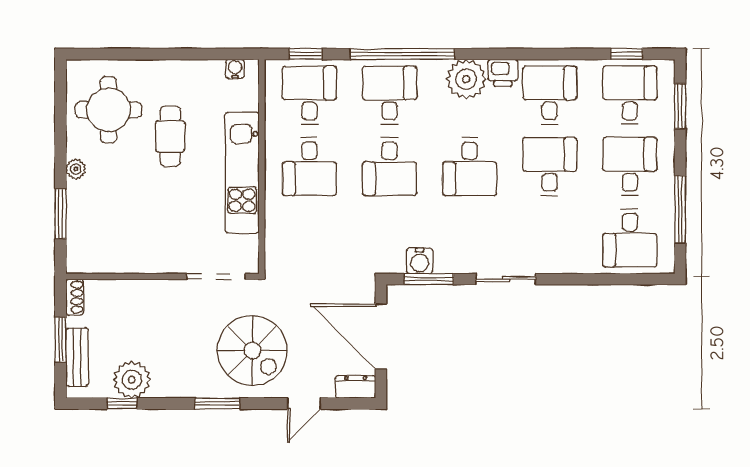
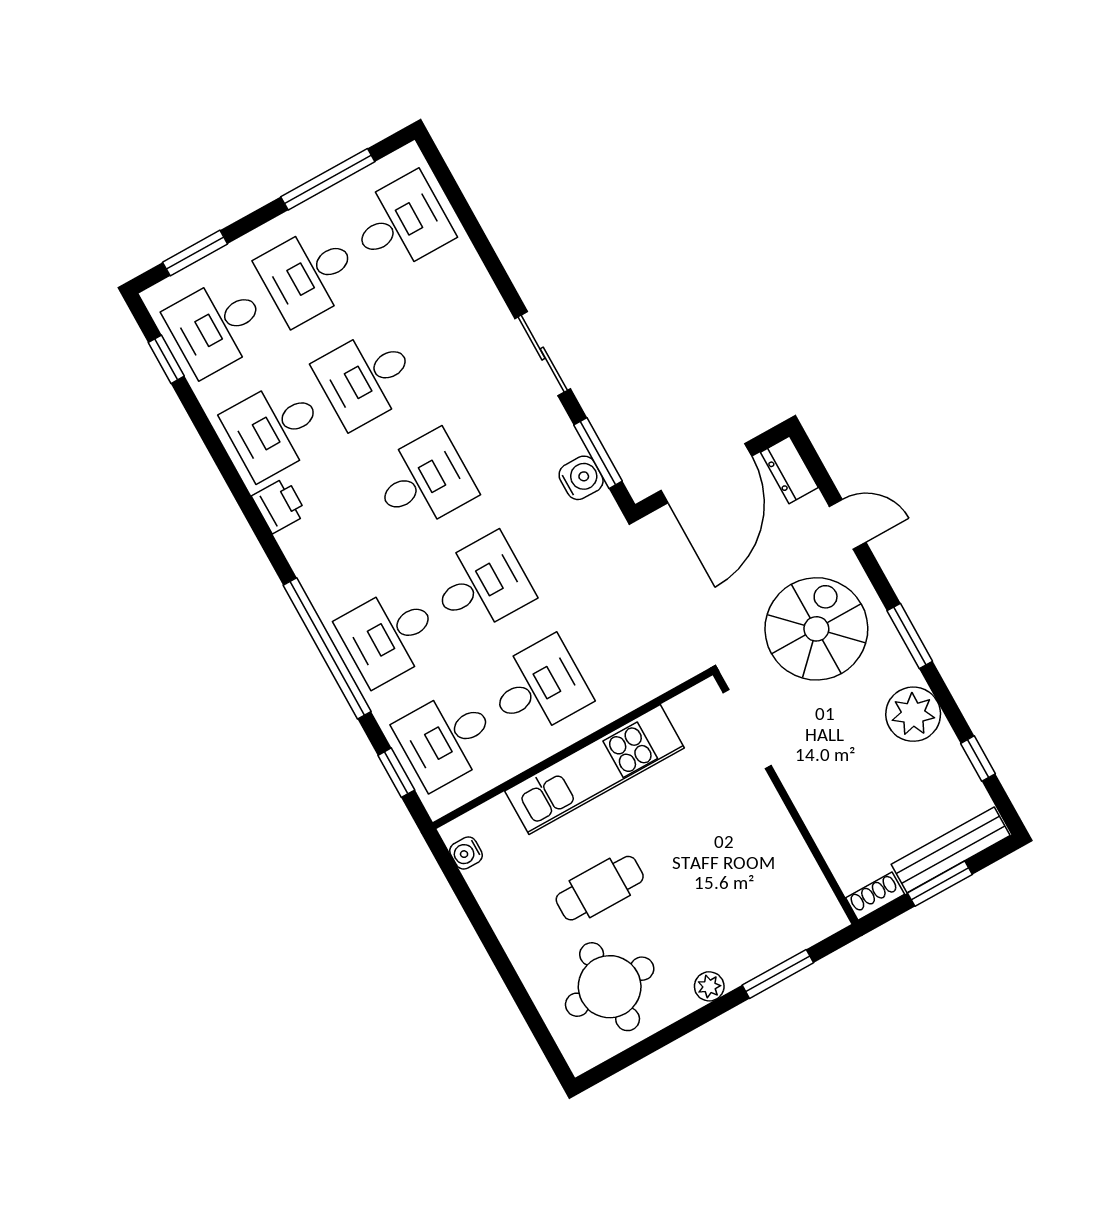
plant: (466, 79) -> (314, 548), removed
bench: (77, 357) -> (951, 850), width x1.36
plant: (132, 380) -> (913, 714), moved

